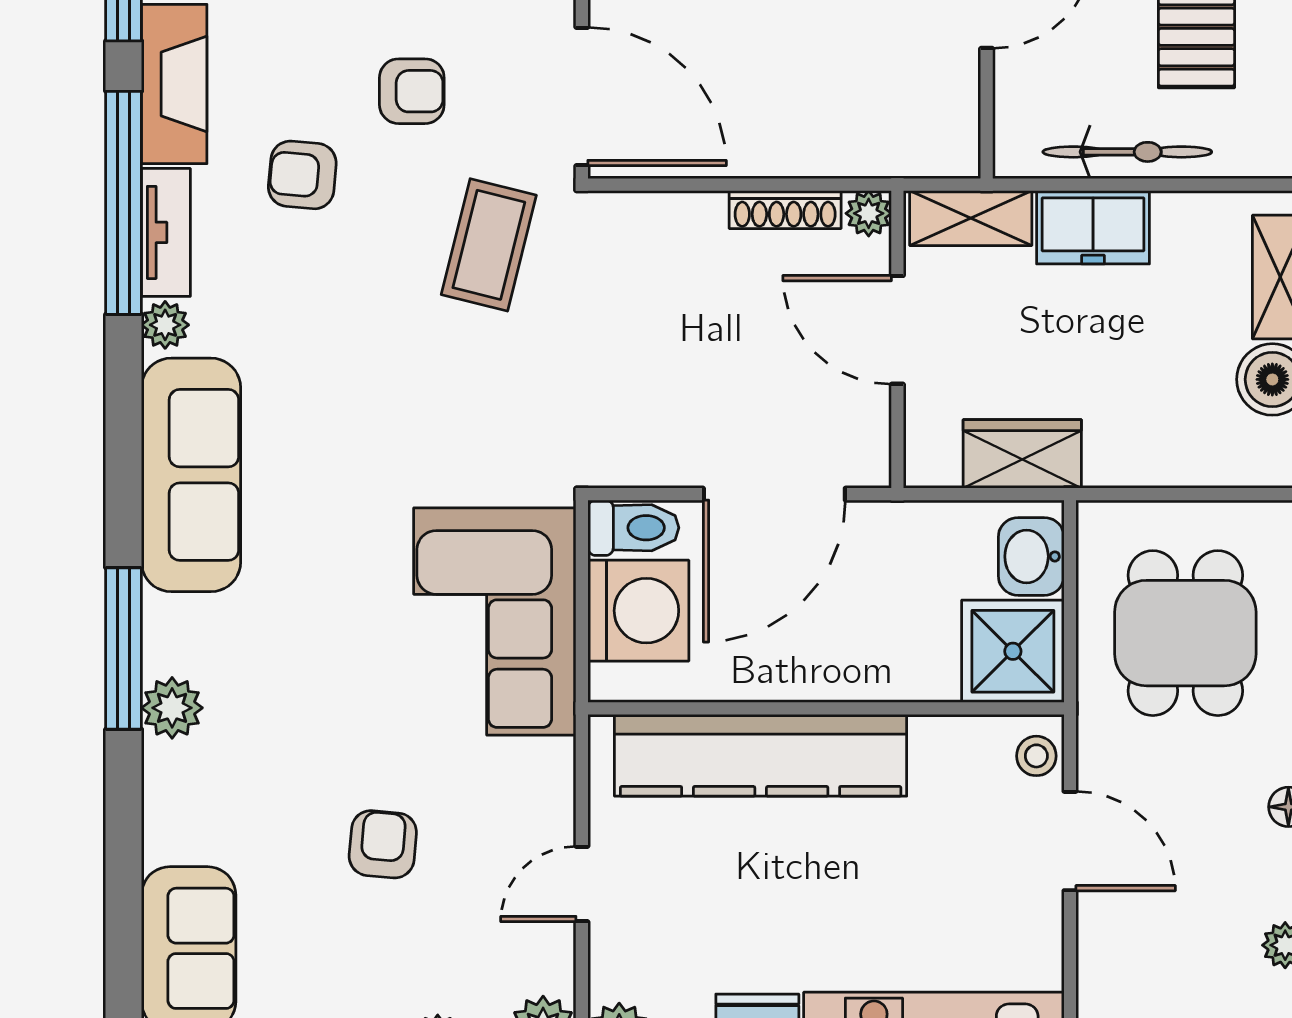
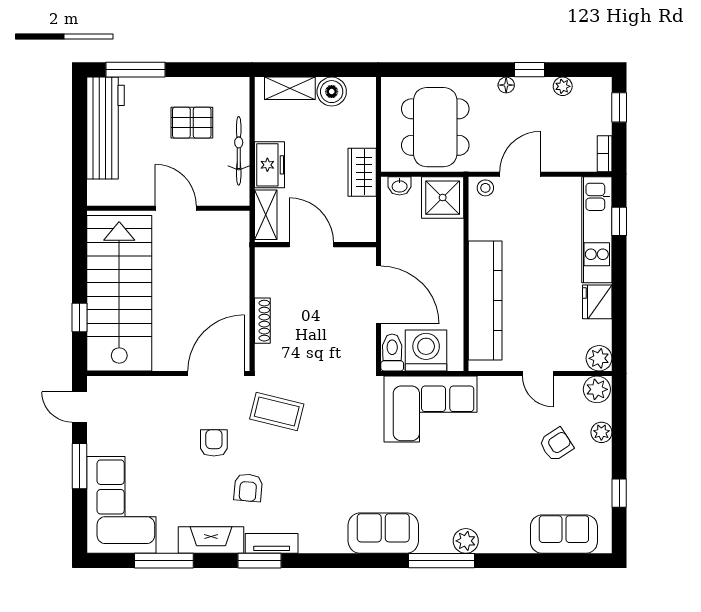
window: (124, 203) -> (260, 561), width x0.47
shoe rack: (785, 210) -> (262, 321), moved
plant: (869, 213) -> (264, 256), removed
plant: (165, 325) -> (309, 544), removed
door: (897, 330) -> (311, 245), swing flipped
wardrobe: (1022, 454) -> (362, 172), moved
sofa: (191, 475) -> (383, 533), width x0.73
washbasin: (1031, 556) -> (400, 186), width x0.72, depth x0.69
dining table: (1185, 633) -> (435, 127), width x1.38
armchair: (383, 844) -> (556, 445), moved, turned 142

